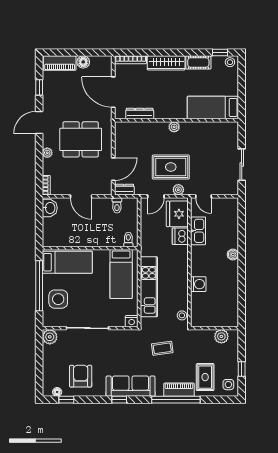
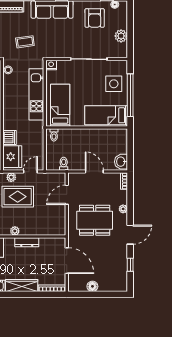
piano: (60, 63) -> (113, 285), removed
dresser: (140, 114) -> (27, 242), moved
dresser: (124, 190) -> (57, 177), removed
plant: (50, 337) -> (121, 36), moved

